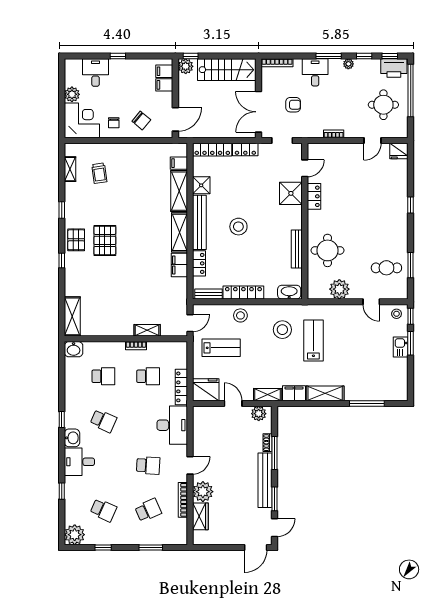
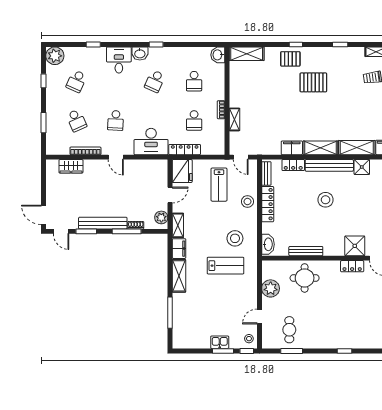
pallet: (76, 240) -> (290, 59), moved
plant: (203, 492) -> (93, 168), removed

